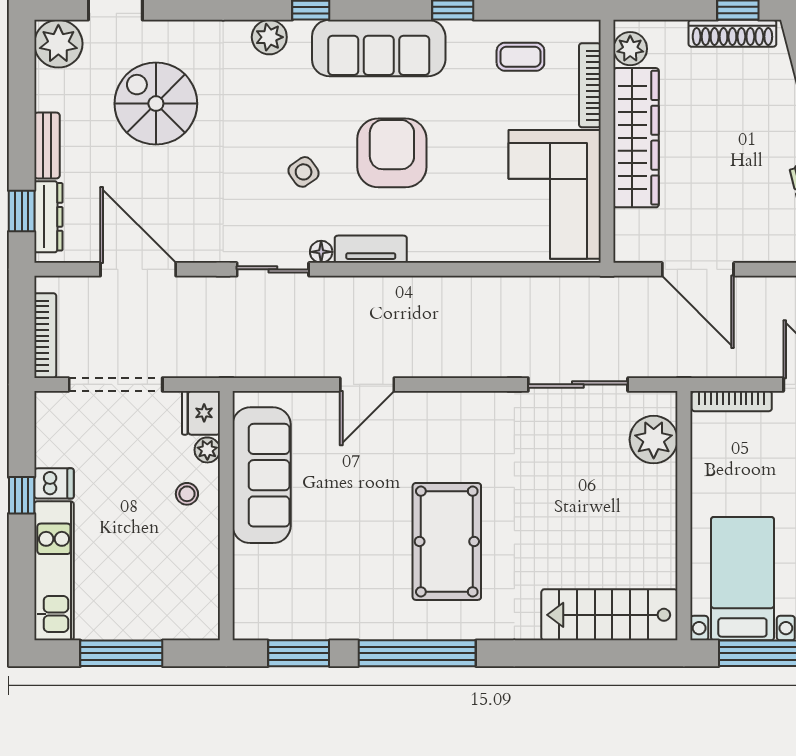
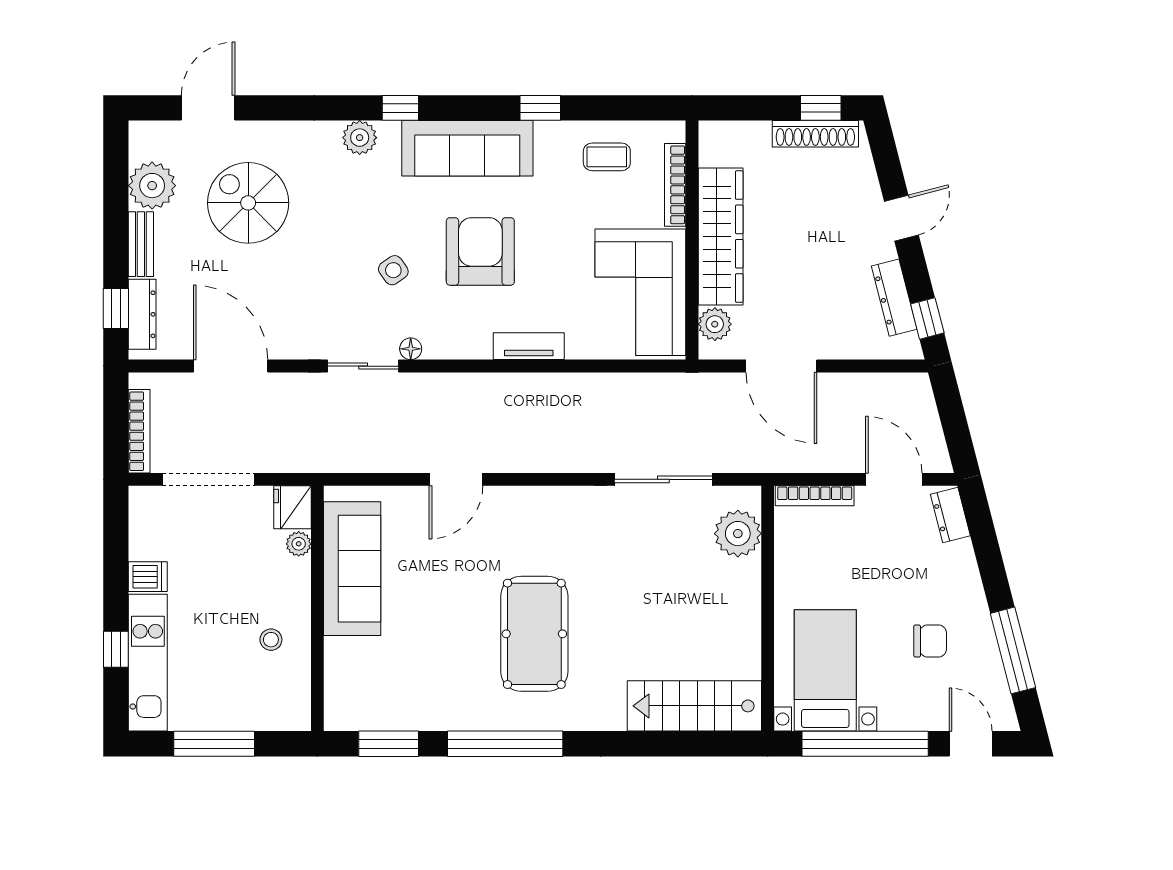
plant: (58, 44) -> (152, 186), moved
plant: (630, 49) -> (715, 324), moved
tv unit: (371, 249) -> (529, 346), moved
stool: (187, 494) -> (271, 640), moved
window: (22, 495) -> (116, 649), moved

